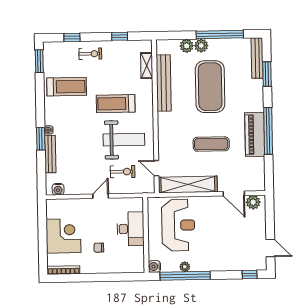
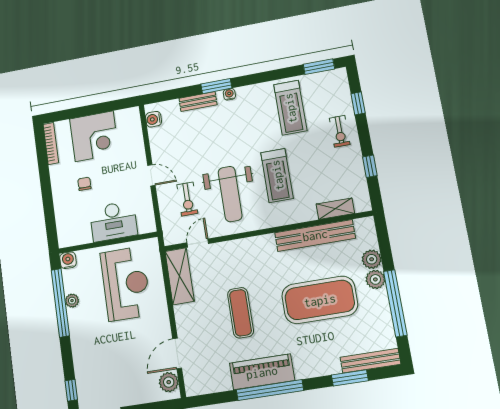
treadmill: (116, 104) -> (277, 175), turned 180
bench: (50, 154) -> (198, 102), width x0.73
shelving: (188, 184) -> (180, 276), width x0.68
reception desk: (178, 225) -> (126, 284), turned -90

